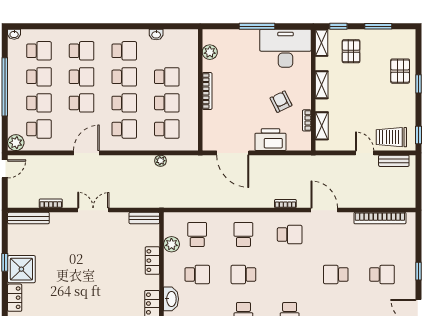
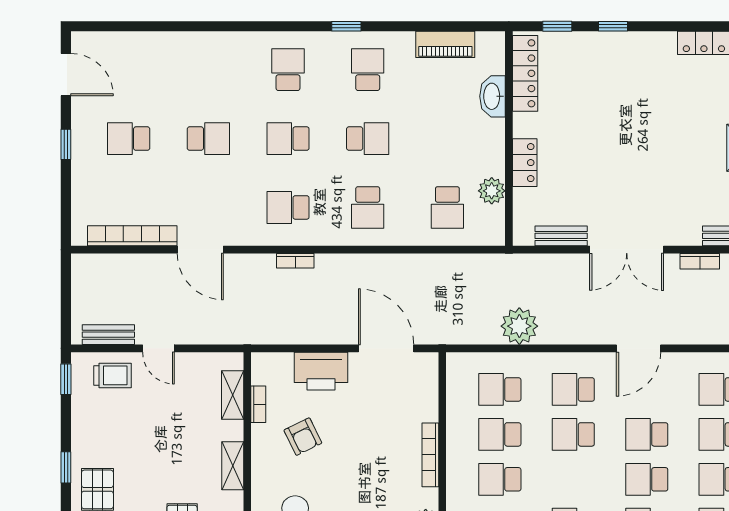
school desk: (124, 77) -> (573, 479), removed
trolley: (391, 137) -> (113, 375), width x0.73, depth x0.72
plant: (160, 161) -> (519, 326), width x1.87, depth x1.87
double door: (93, 210) -> (627, 250), width x1.37
door: (324, 210) -> (200, 250), moved
bench: (144, 218) -> (561, 236), moved
school desk: (197, 274) -> (288, 139), moved

